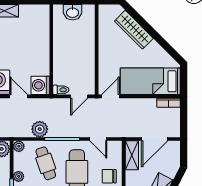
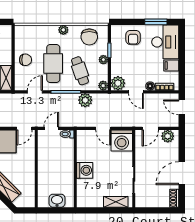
washing machine: (40, 85) -> (85, 170), moved
door: (98, 139) -> (35, 92), hinge flipped

